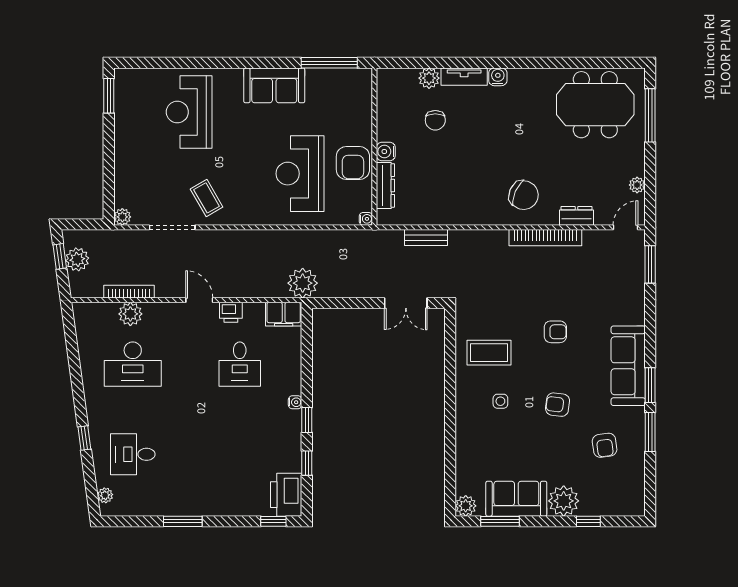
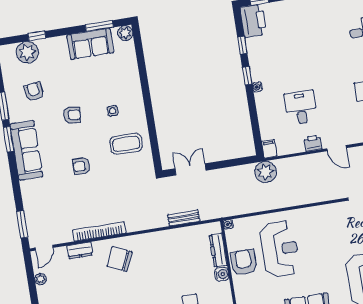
coffee table: (207, 198) -> (343, 221), removed
filing cabinet: (284, 314) -> (269, 149), width x0.50
plant: (564, 501) -> (27, 52), moved

